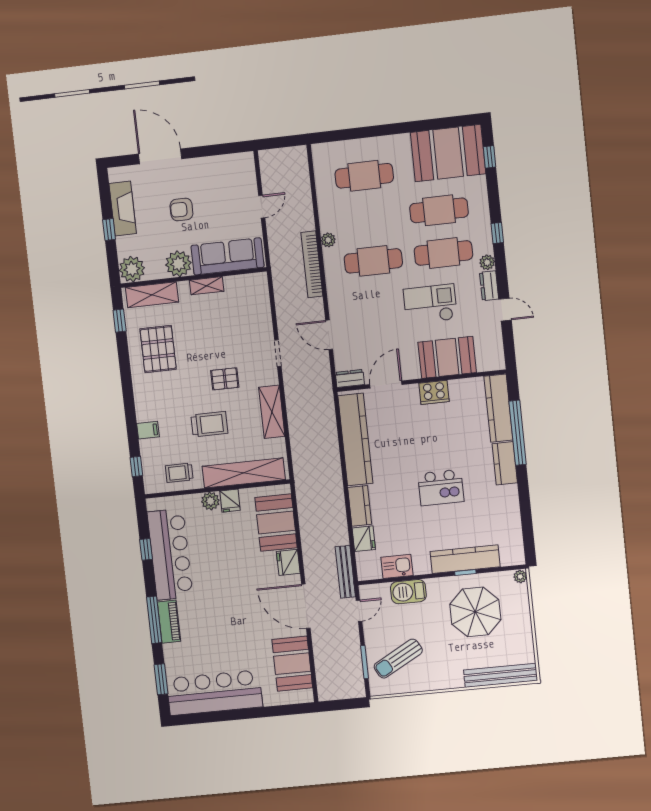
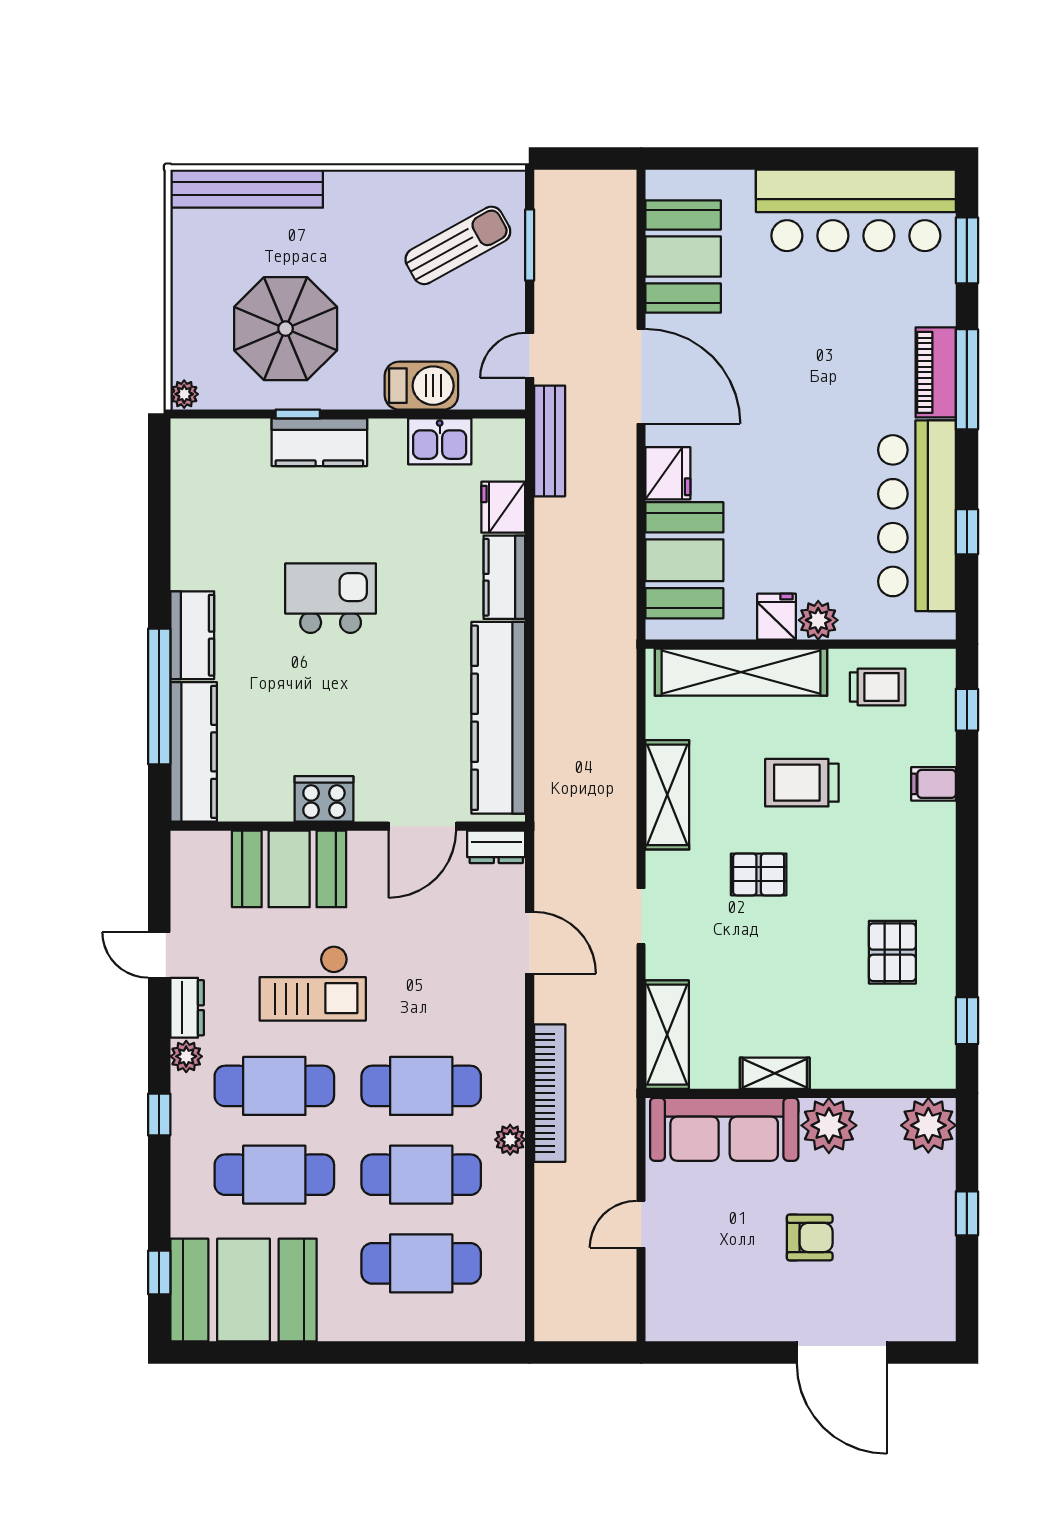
fireplace: (123, 208) -> (933, 1254), removed
cafe table: (369, 218) -> (421, 1175), added
shelving: (152, 295) -> (667, 1035), moved, turned 90
pallet: (158, 349) -> (892, 952), width x0.67, depth x0.71
kitchen counter: (465, 559) -> (319, 442), width x0.67

